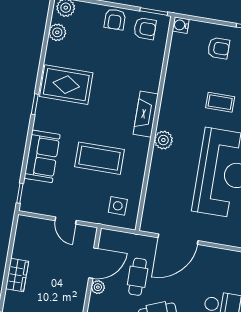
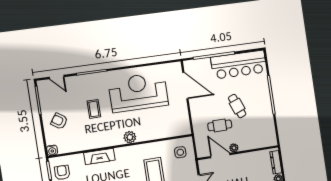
armchair: (219, 48) -> (59, 121), turned -56
fireplace: (146, 114) -> (99, 156), moved
door: (178, 239) -> (185, 86), moved

